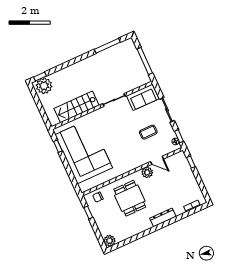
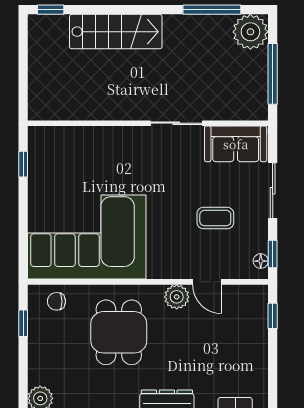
plant: (44, 86) -> (250, 32), moved
stairs: (76, 107) -> (116, 32), moved, turned 180
corner sofa: (84, 151) -> (87, 237), moved, turned -90

